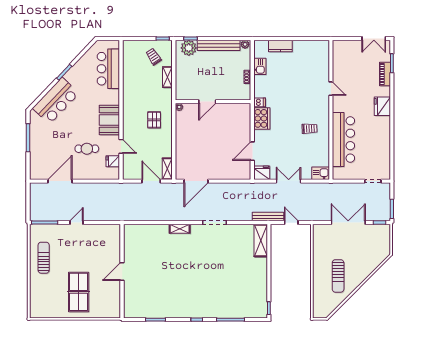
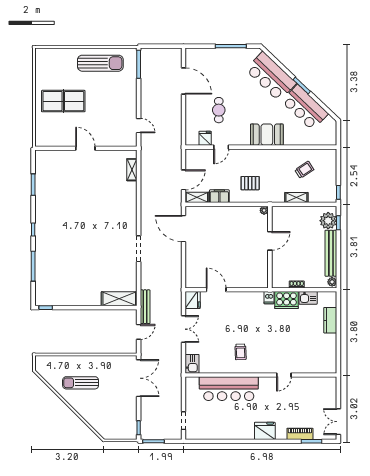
trolley: (154, 57) -> (304, 170), moved
bar counter: (108, 69) -> (305, 107), moved, turned -136
door: (207, 102) -> (270, 241), swing flipped
cooker: (262, 118) -> (287, 300), moved
booth: (109, 120) -> (267, 135), moved
filing cabinet: (166, 148) -> (219, 196), added
door: (77, 223) -> (139, 126), moved
double door: (348, 223) -> (139, 378), moved
shelving: (180, 229) -> (132, 170), moved
sun lounger: (44, 258) -> (100, 63), width x1.36, depth x1.34

